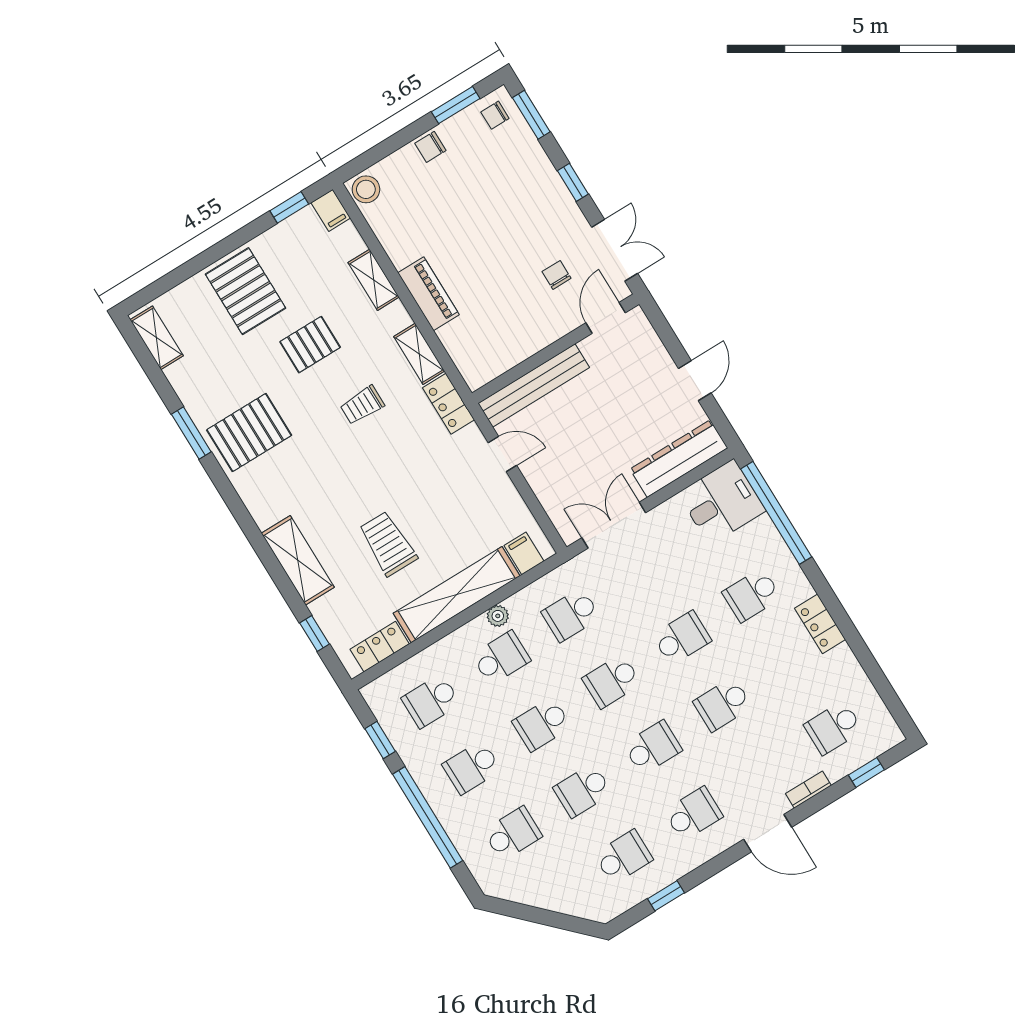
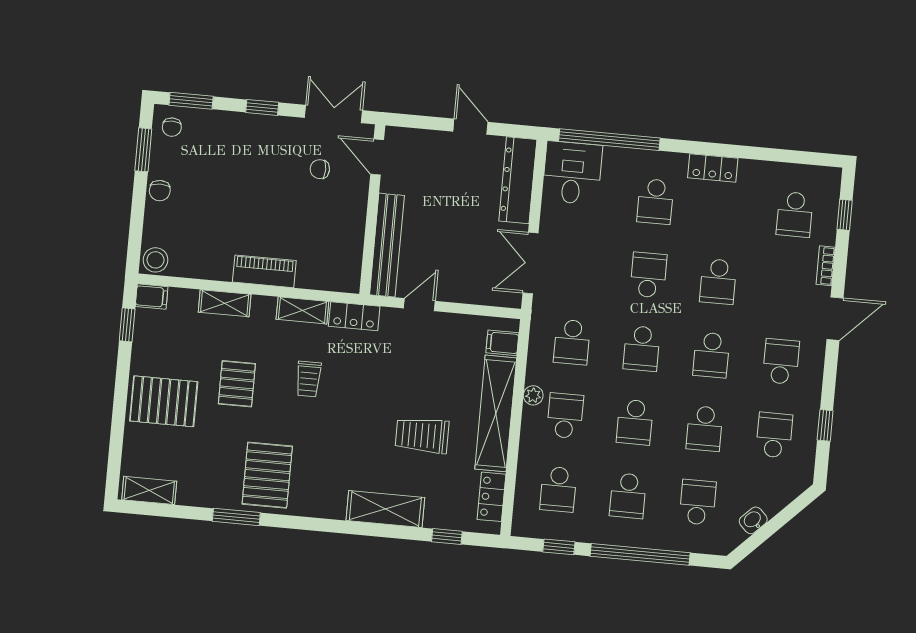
school desk: (653, 747) -> (711, 355), turned 180
washbasin: (533, 895) -> (753, 520), added

